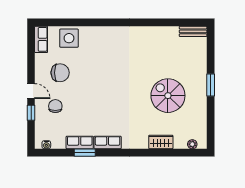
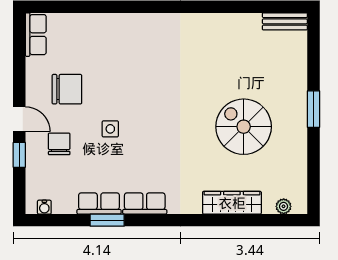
side table: (69, 38) -> (110, 129), moved, width x0.54, depth x0.54
wardrobe: (161, 142) -> (232, 203), width x1.50

